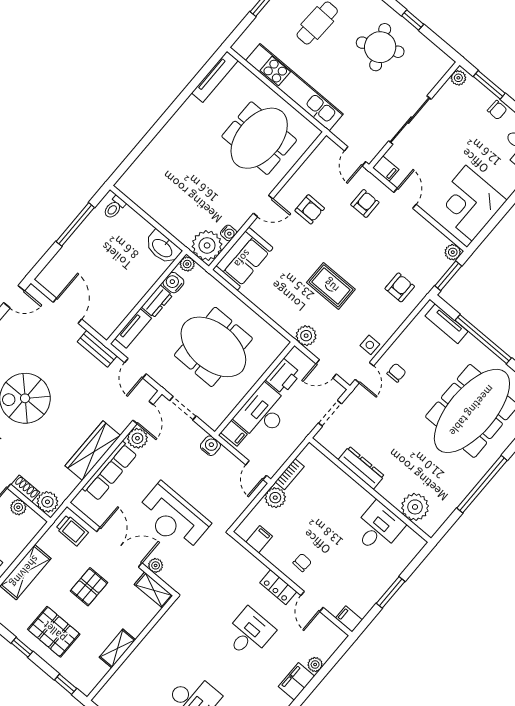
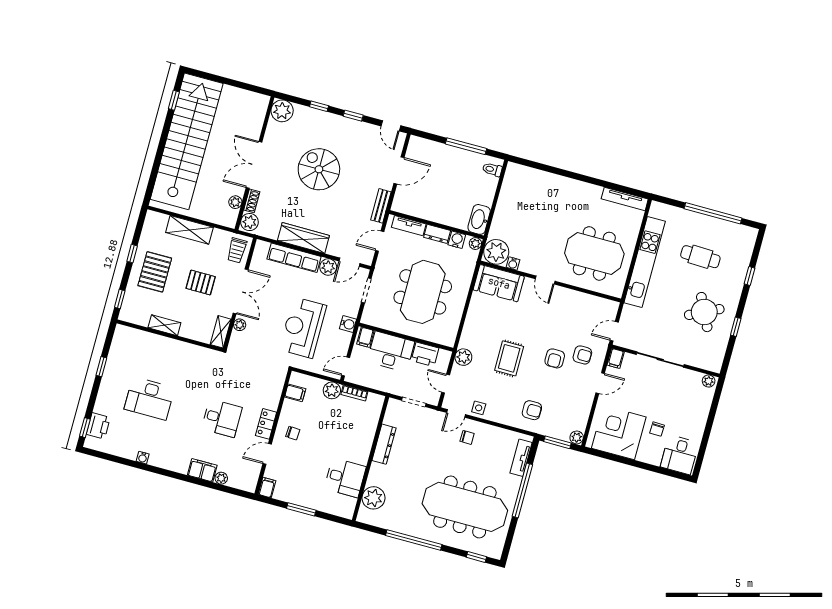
window: (489, 85) -> (714, 406), removed
chair: (497, 110) -> (657, 429), moved
armchair: (310, 209) -> (555, 358), moved
reception desk: (173, 518) -> (303, 328), moved

